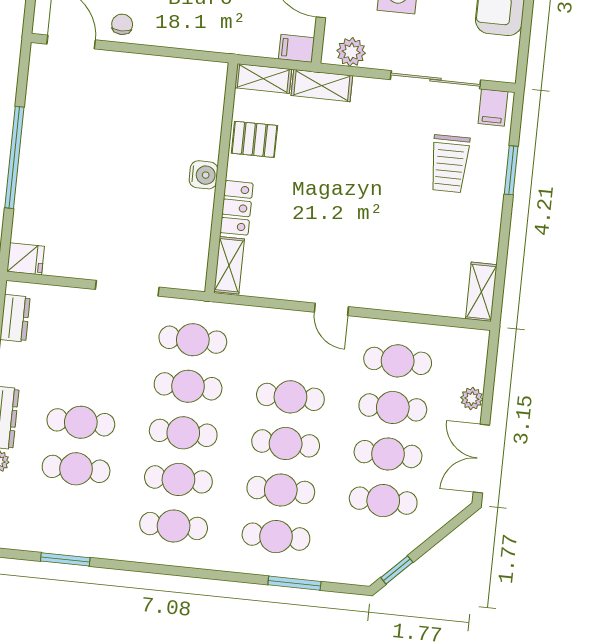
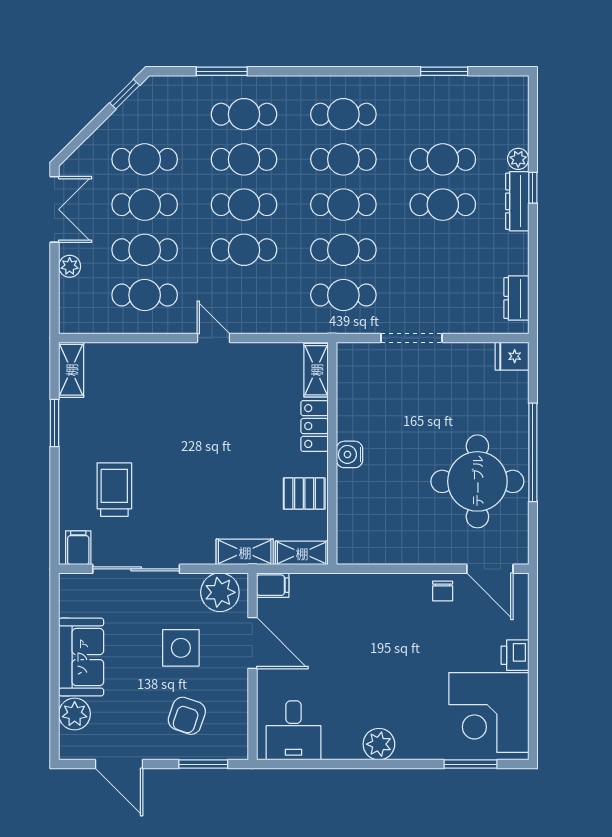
plant: (351, 52) -> (220, 592), width x1.36, depth x1.36
round table: (75, 133) -> (477, 481), added
window: (511, 170) -> (55, 423), moved

